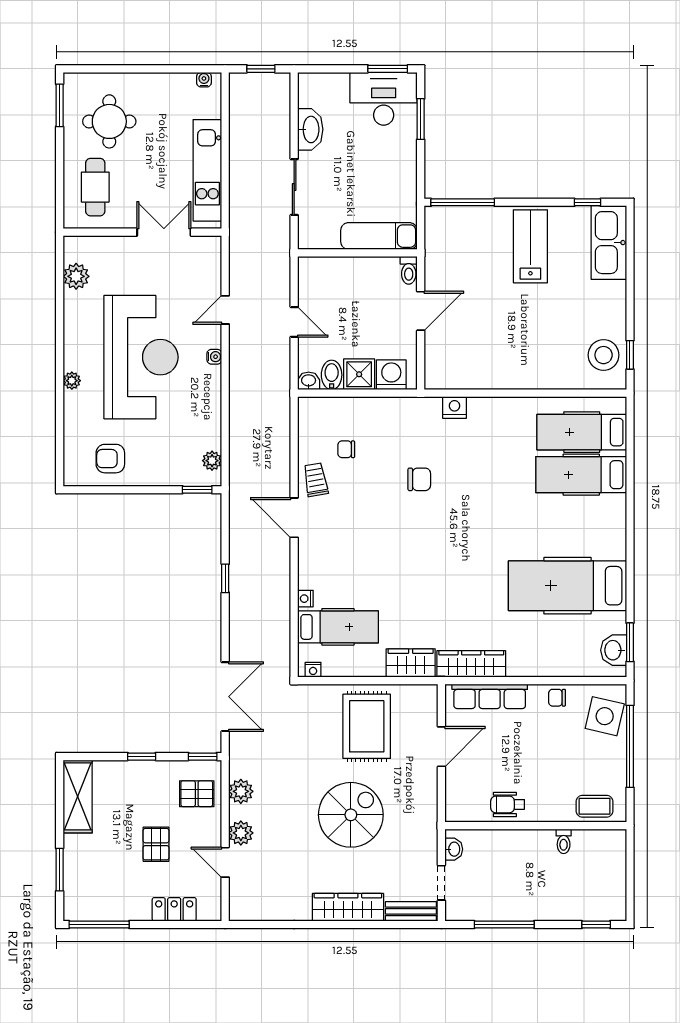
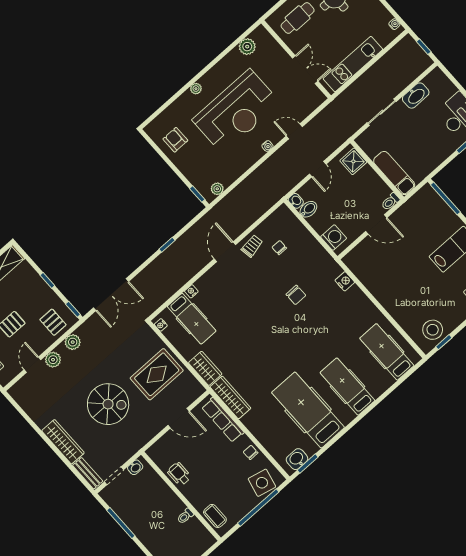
shower: (359, 374) -> (353, 161), moved
hospital bed: (581, 475) -> (347, 387), moved

